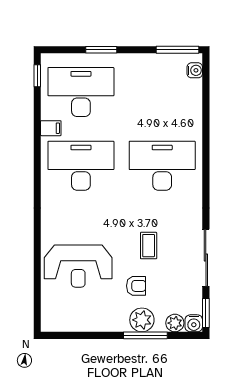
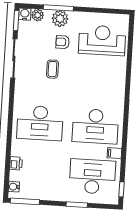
desk: (81, 92) -> (92, 177), turned 180
printer: (194, 105) -> (16, 163), added
reception desk: (78, 266) -> (102, 40), moved

